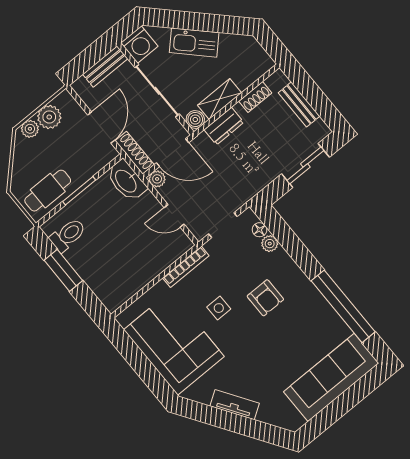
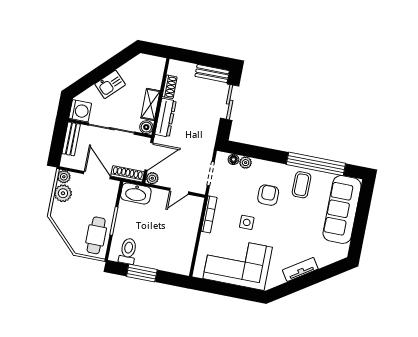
kitchen sink: (194, 43) -> (110, 84), width x0.73
bench: (299, 104) -> (212, 74), moved
dresser: (224, 126) -> (165, 118), width x1.44
plant: (30, 129) -> (64, 177), moved
armchair: (265, 298) -> (268, 195), turned -90
coffee table: (310, 316) -> (302, 185), added

